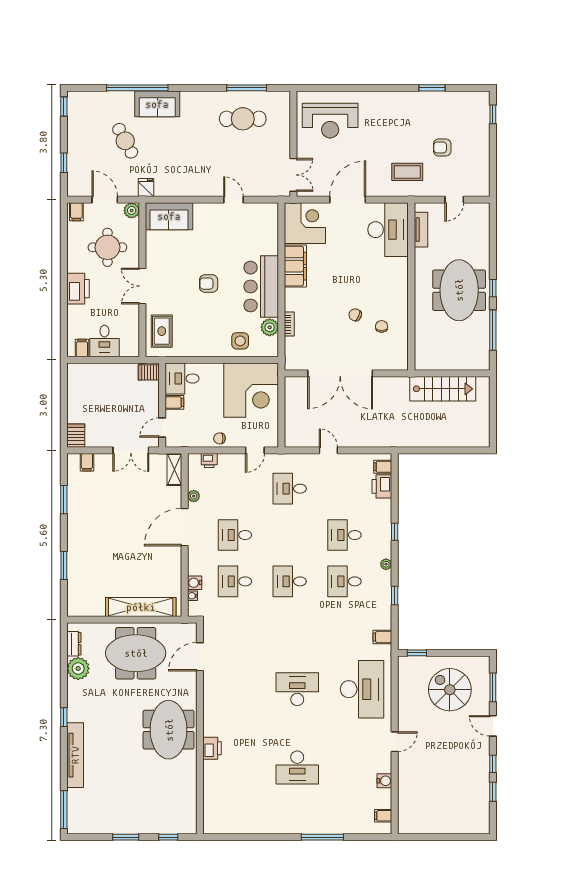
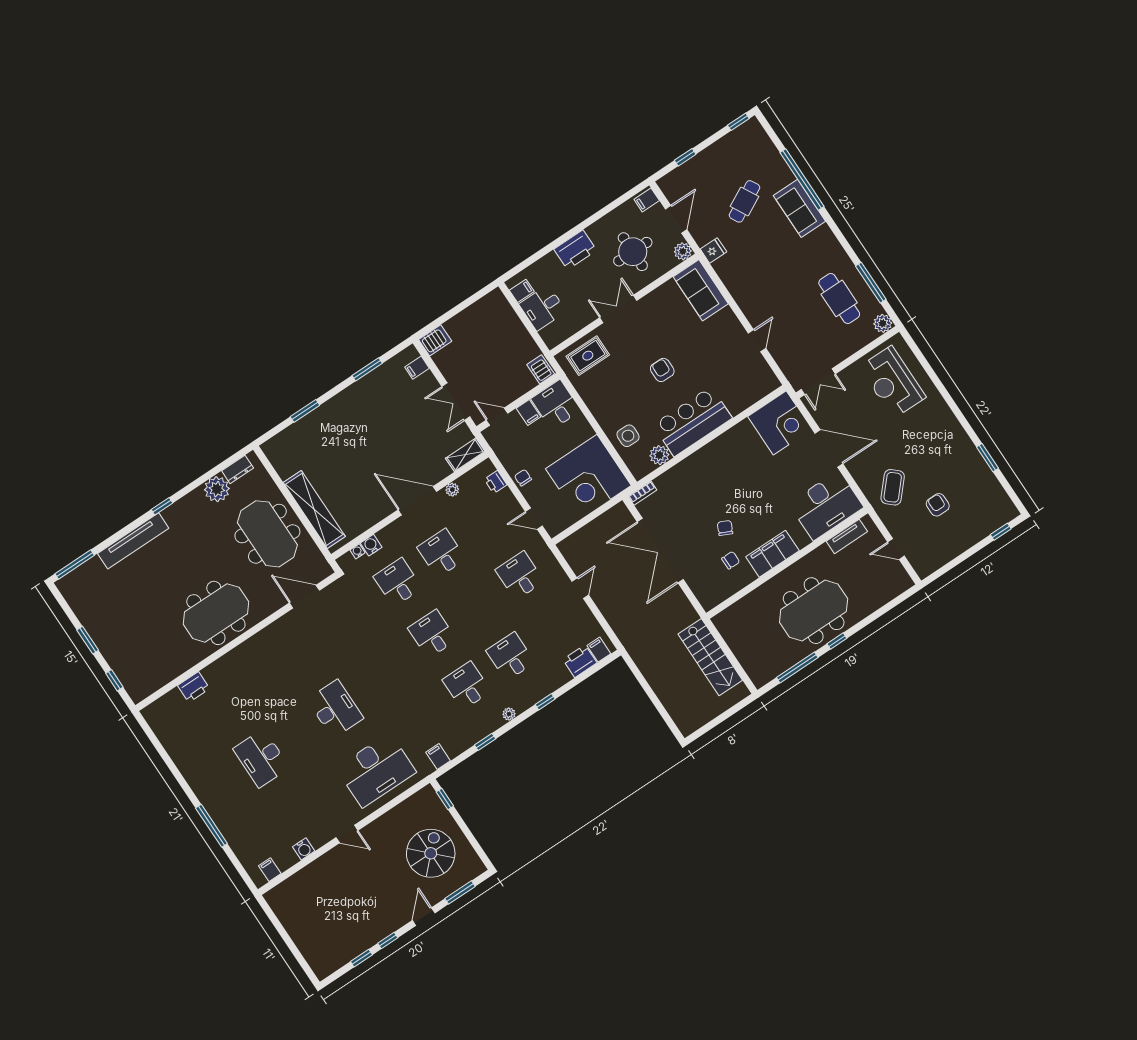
plant: (282, 99) -> (883, 323), added
coffee table: (407, 172) -> (893, 487), turned 42
filing cabinet: (295, 266) -> (772, 554), moved, turned 180
bookcase: (289, 324) -> (642, 493), moved
printer: (212, 748) -> (194, 687), moved

